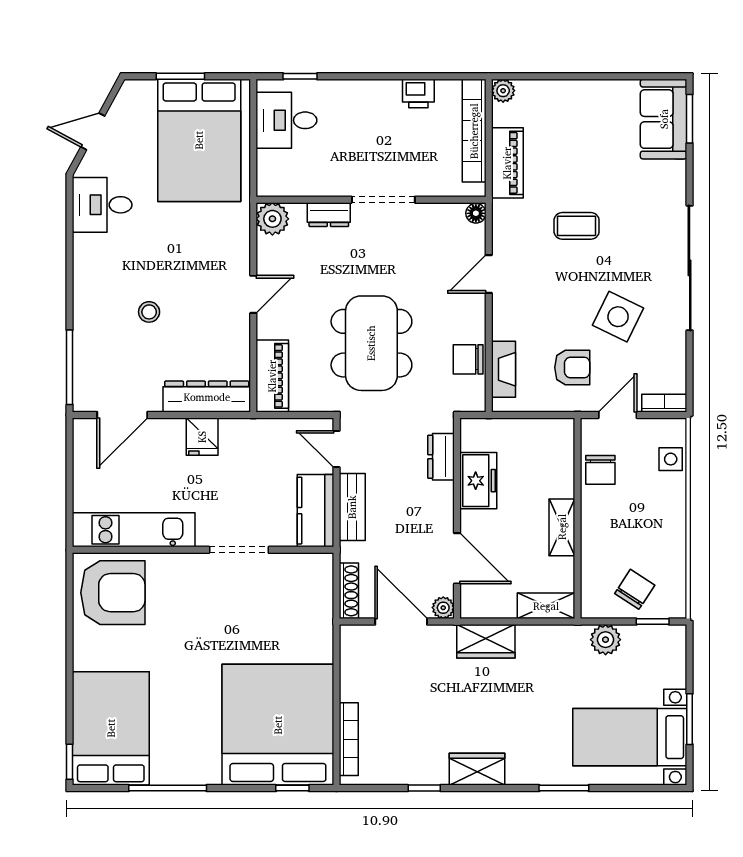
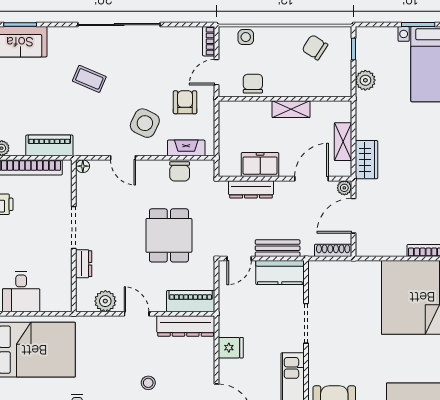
plant: (272, 219) -> (105, 301), moved
coffee table: (577, 226) -> (89, 79), moved, turned -67
side table: (618, 317) -> (145, 123), moved
dining table: (371, 343) -> (169, 235), width x0.73
dresser: (207, 397) -> (186, 326), moved, turned -90
door: (618, 415) -> (216, 72), hinge flipped
dresser: (441, 457) -> (251, 189), width x1.44
chair: (600, 470) -> (253, 84), turned -90
chair: (635, 589) -> (315, 47), moved
shelving: (546, 606) -> (343, 142), moved

